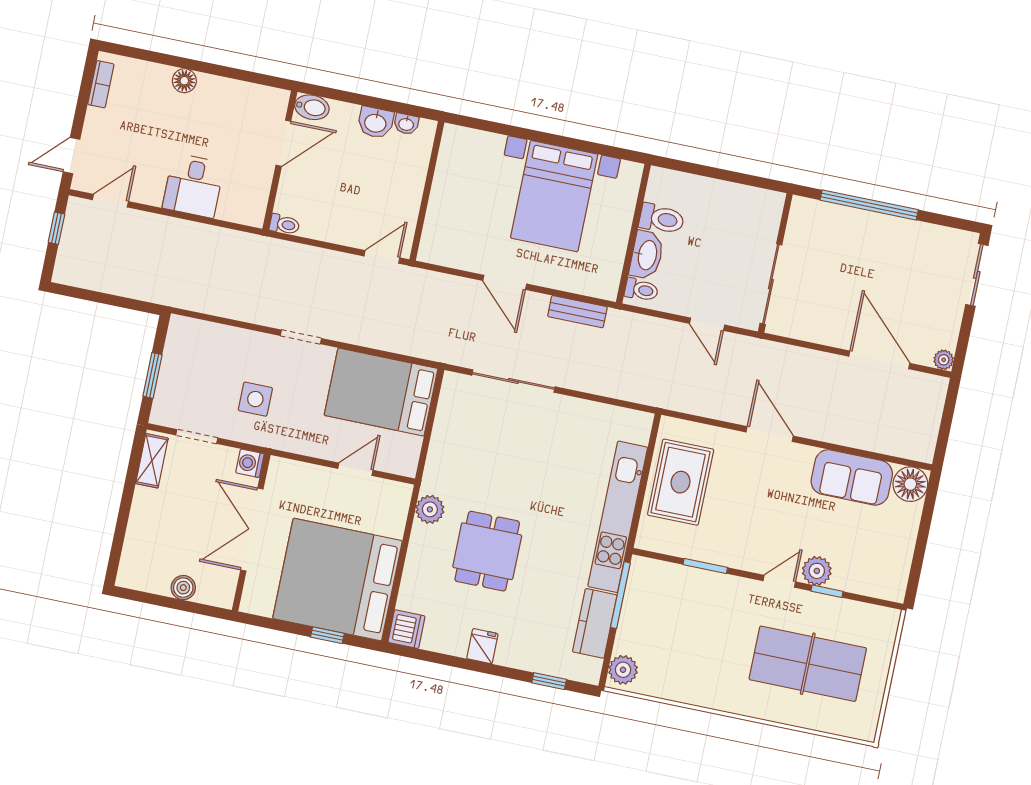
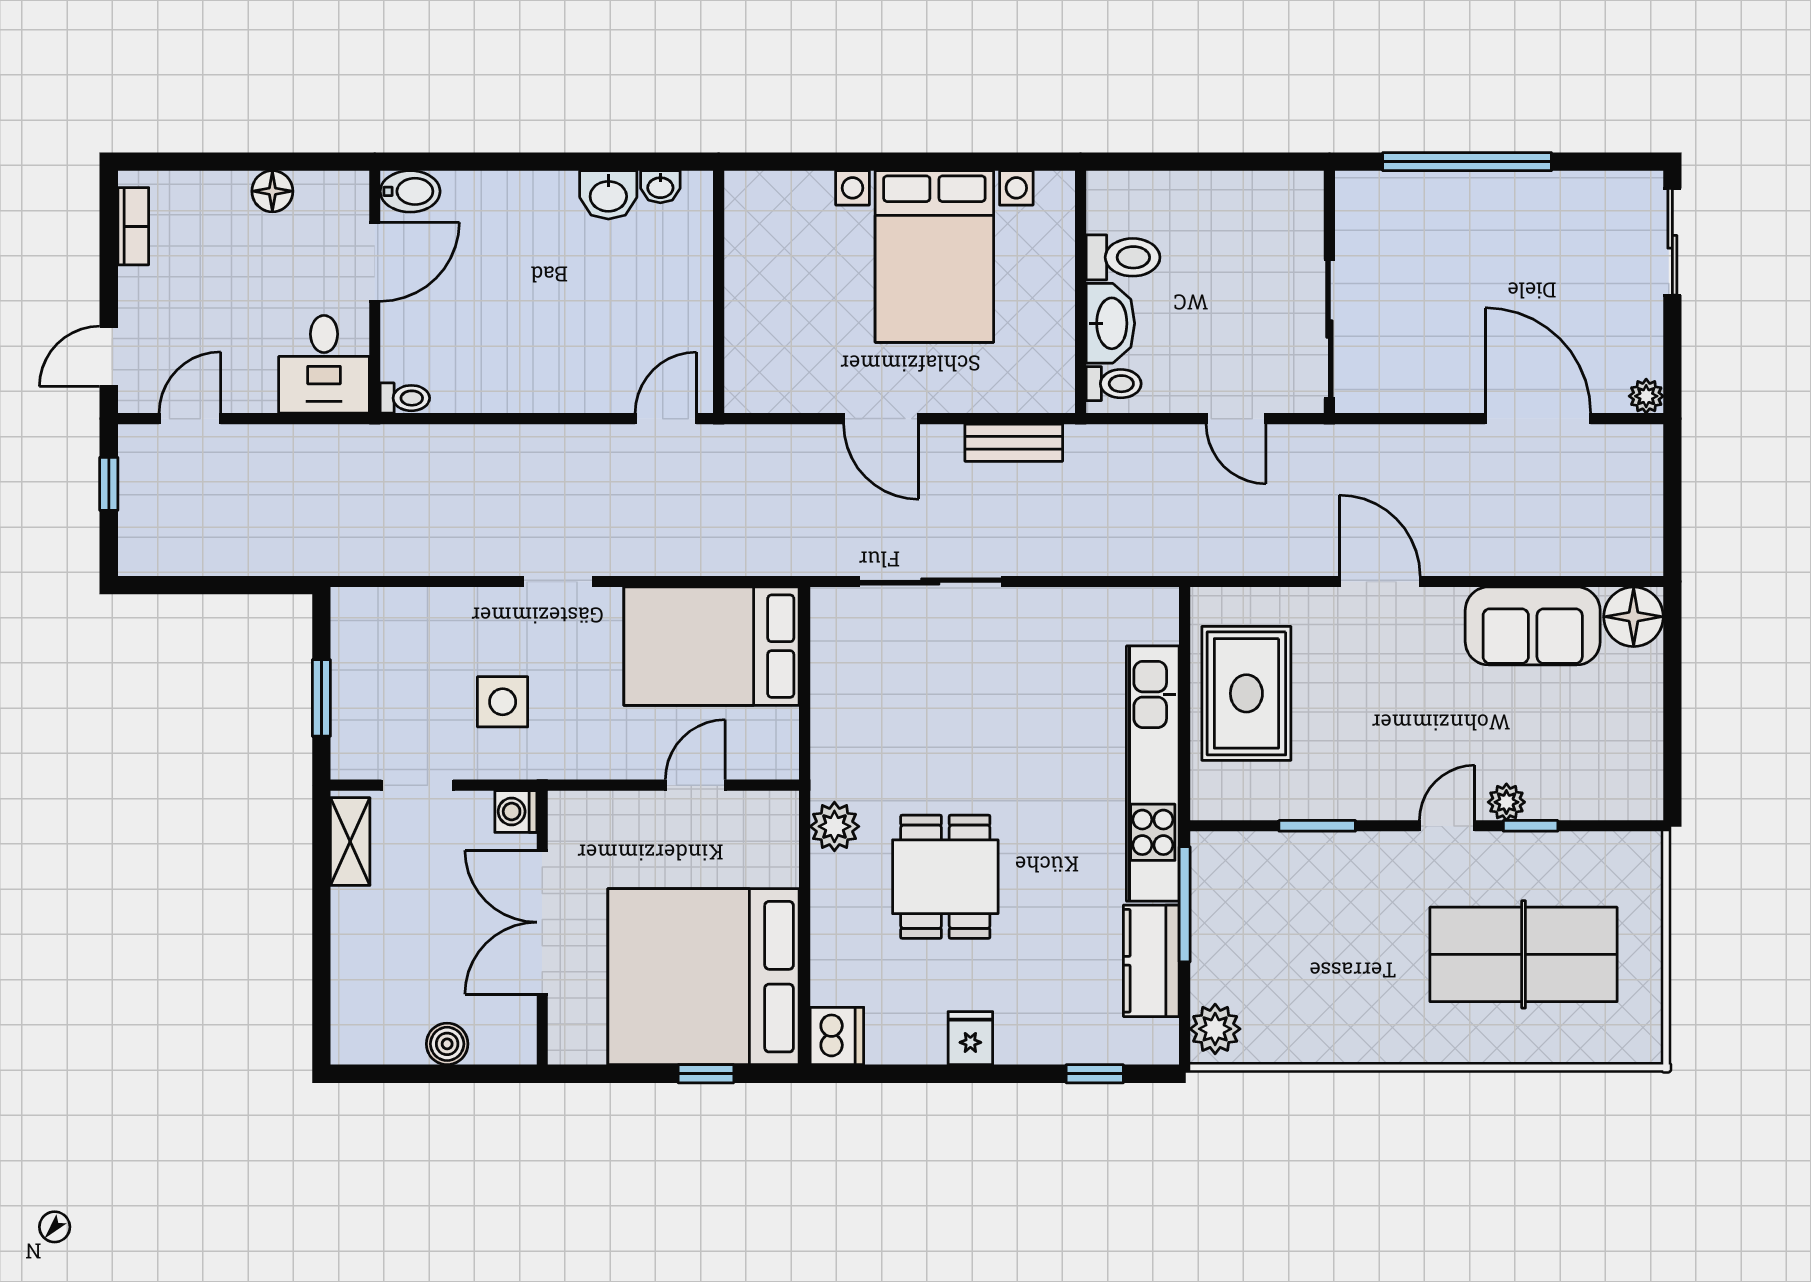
bidet: (312, 107) -> (410, 191), moved
door: (283, 143) -> (375, 262), moved
wall: (280, 160) -> (375, 292), moved
toilet: (284, 224) -> (405, 398), moved
plant: (817, 571) -> (1506, 802), width x0.73, depth x0.73

